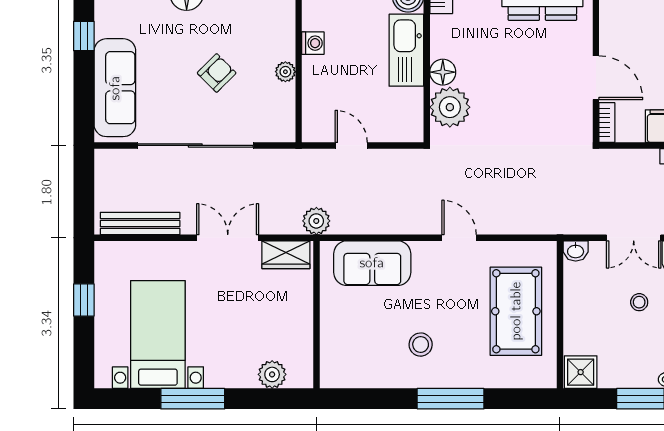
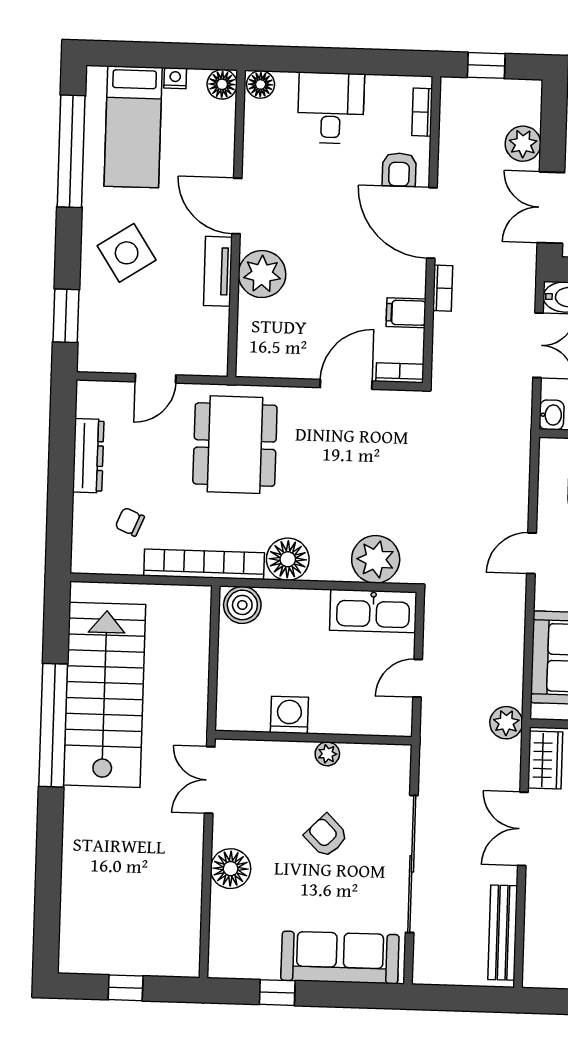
washing machine: (313, 43) -> (289, 715), width x1.38, depth x1.38
kitchen sink: (406, 50) -> (373, 611), moved
floor lamp: (443, 72) -> (288, 559), moved, width x1.38, depth x1.38

